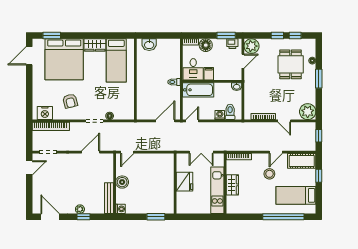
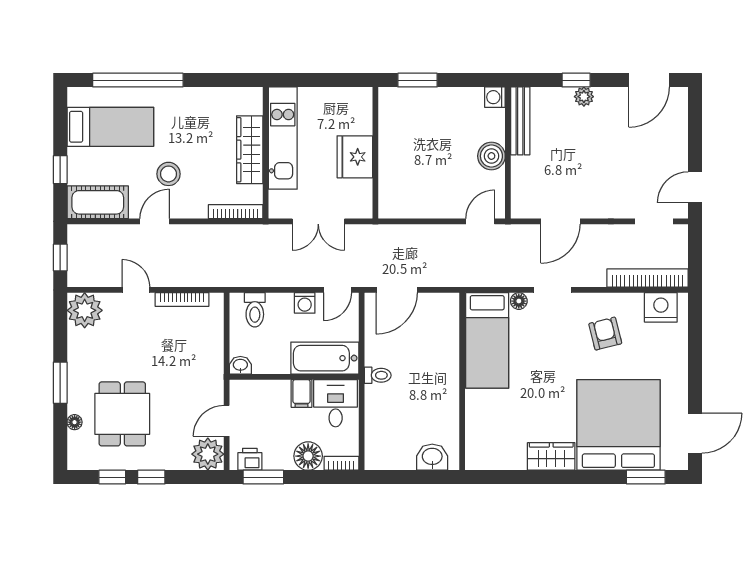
bed: (116, 60) -> (487, 340), moved, turned 180
washing machine: (220, 115) -> (305, 303), moved
double door: (201, 152) -> (318, 221), swing flipped
wardrobe: (232, 185) -> (250, 150), width x1.50
door: (50, 217) -> (649, 80), hinge flipped

